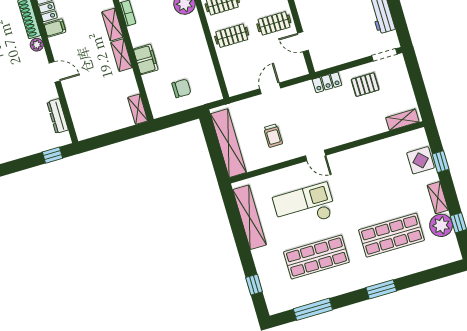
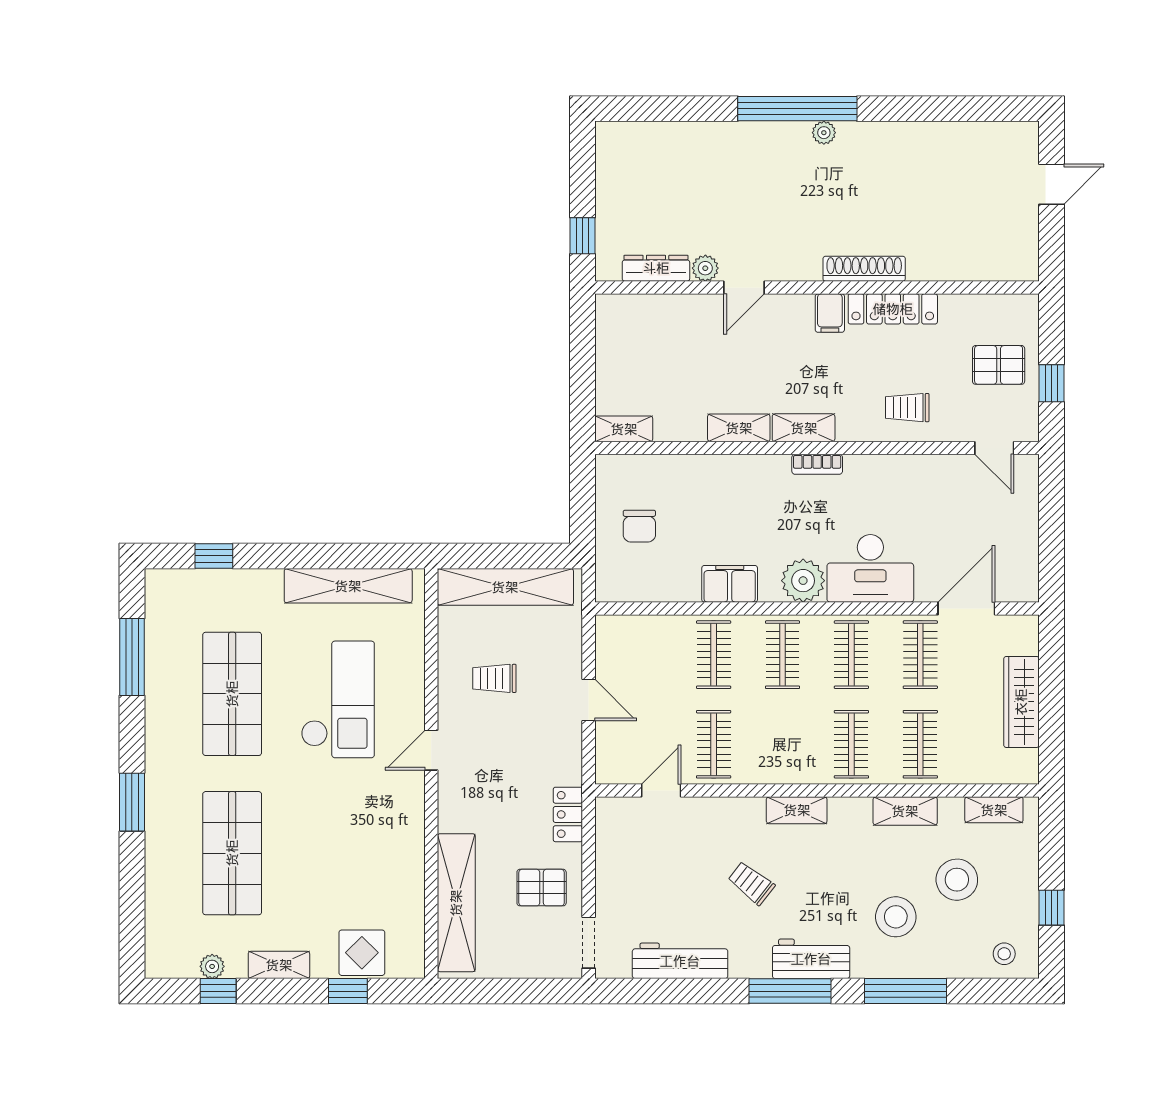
plant: (37, 45) -> (705, 268), moved
filing cabinet: (146, 59) -> (730, 584), moved, turned 180
pallet: (365, 85) -> (542, 888), turned 90
shelving: (402, 120) -> (456, 903), width x2.20, depth x1.33
plant: (441, 225) -> (212, 966), width x0.53, depth x0.53

